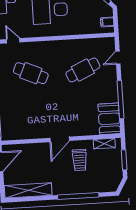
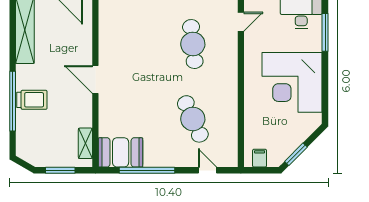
cafe table: (31, 73) -> (193, 44), turned -30
trolley: (80, 160) -> (32, 100), moved, turned 180

